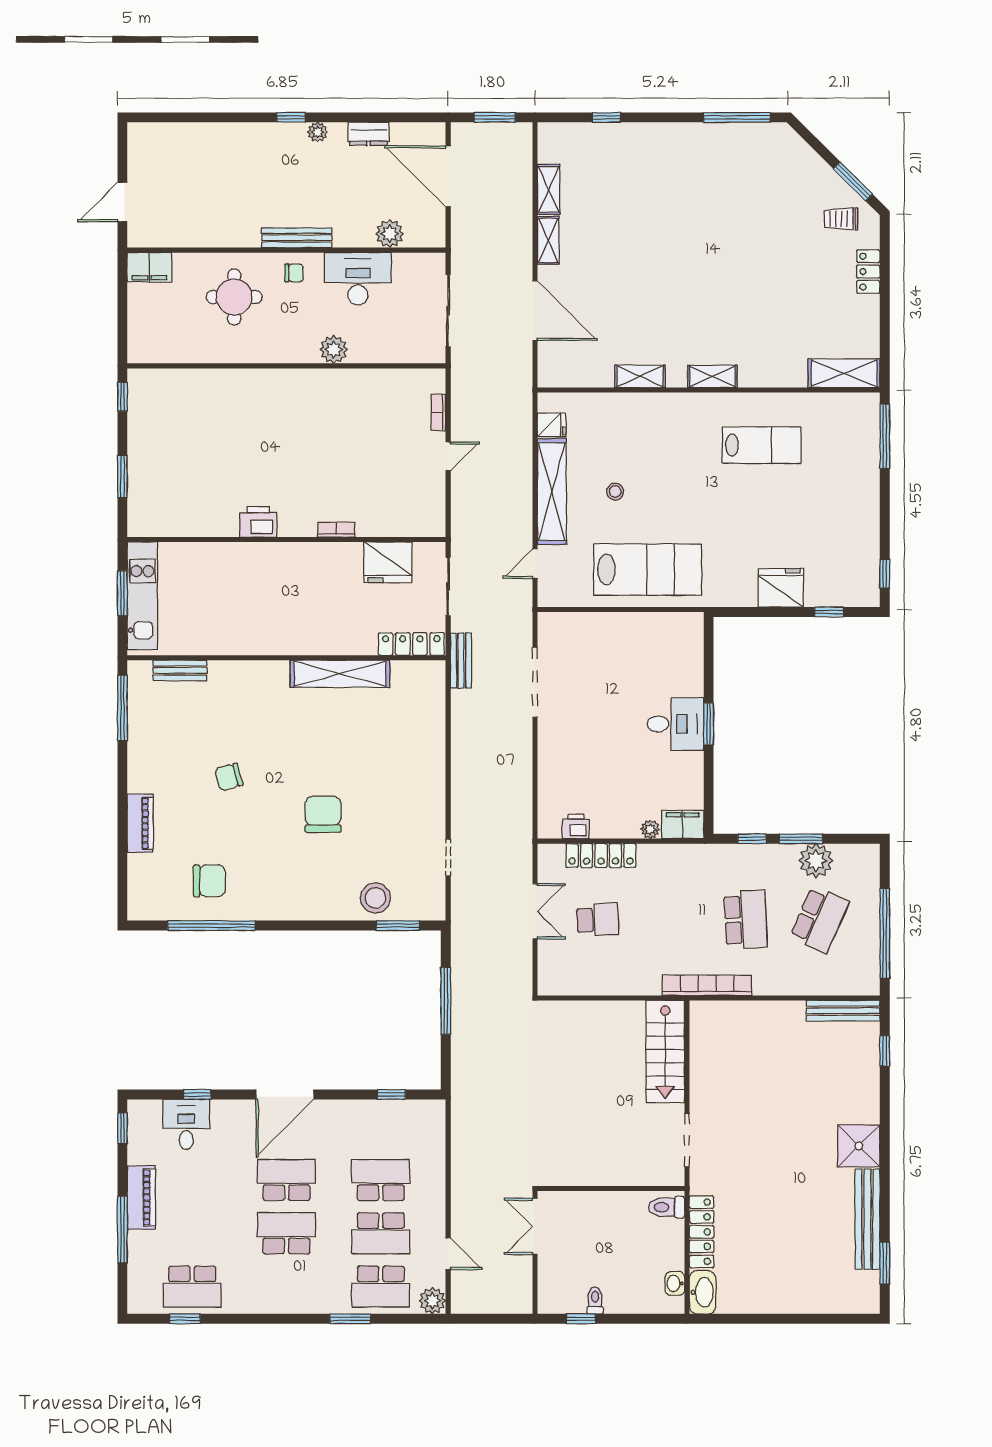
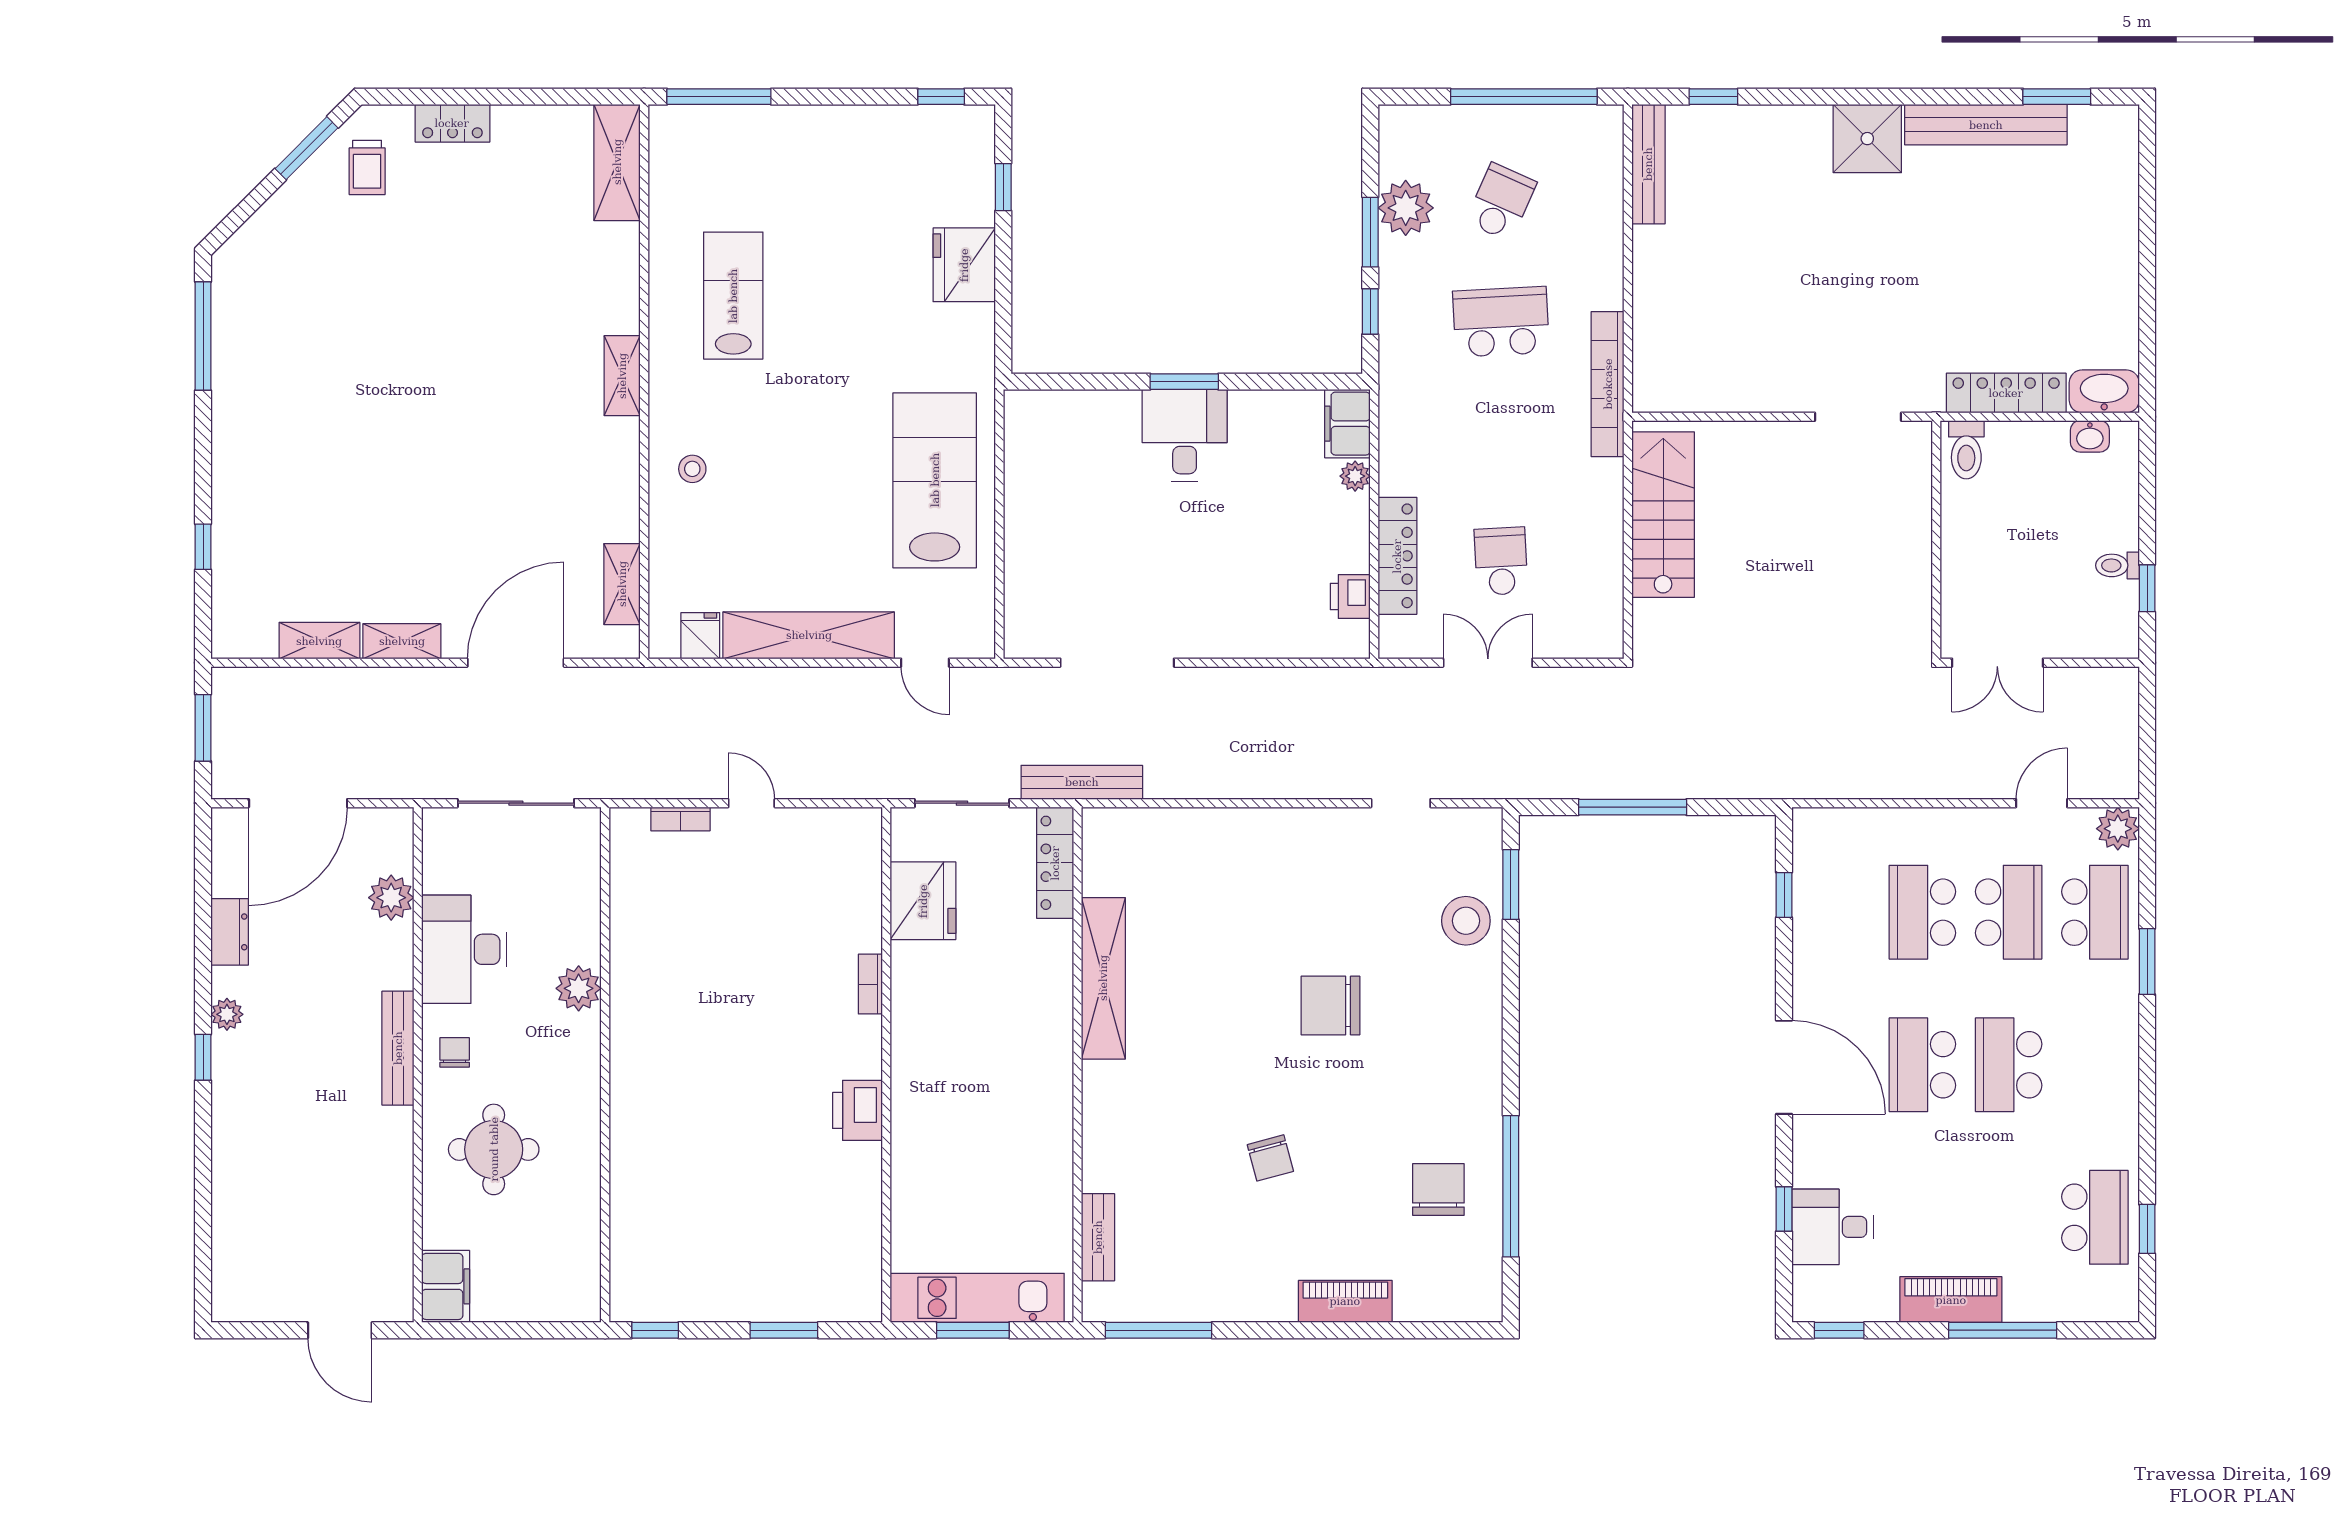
shelving: (640, 376) -> (622, 584), moved
stool: (615, 492) -> (692, 469), moved
bench: (461, 660) -> (1082, 782), width x1.36
school desk: (820, 920) -> (1501, 202), width x0.54
stairs: (665, 1052) -> (1663, 515), moved, turned -90

